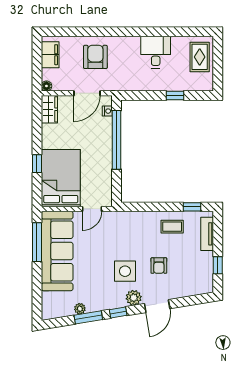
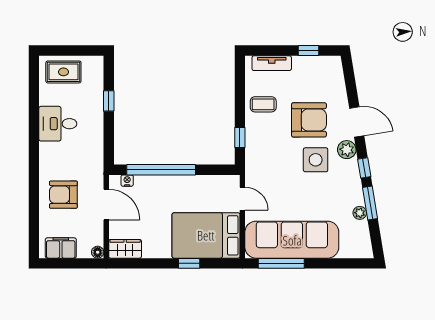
window: (192, 207) -> (240, 138), moved
coffee table: (172, 227) -> (263, 104), turned 90
armchair: (159, 266) -> (309, 120), width x1.88, depth x1.88

